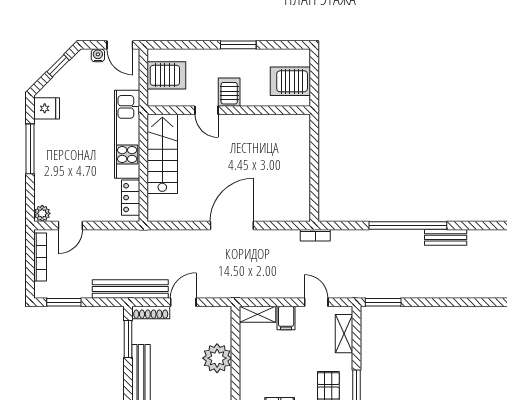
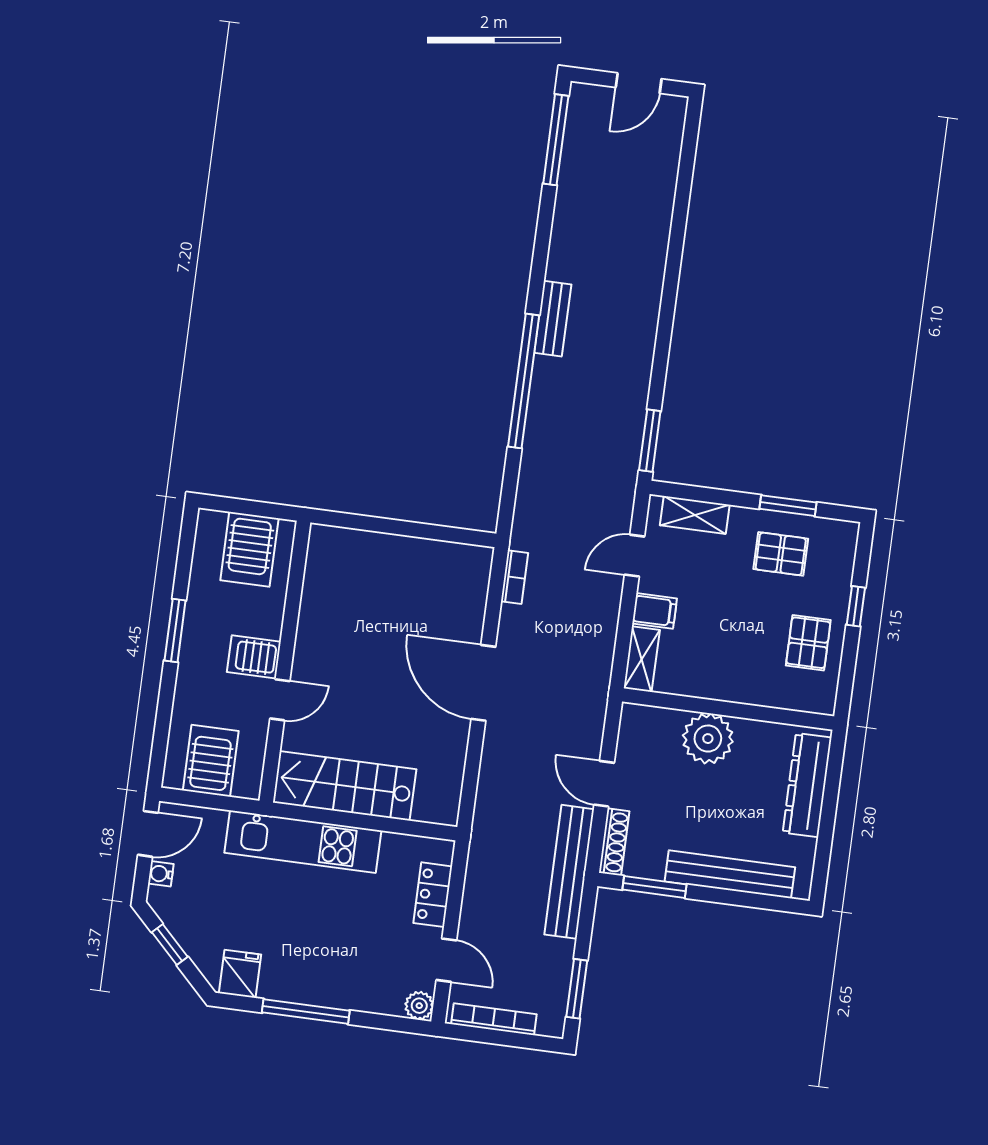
locker: (131, 198) -> (433, 895), moved, turned 90
bookcase: (315, 235) -> (515, 577), moved

